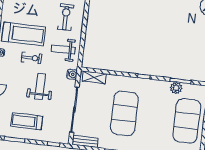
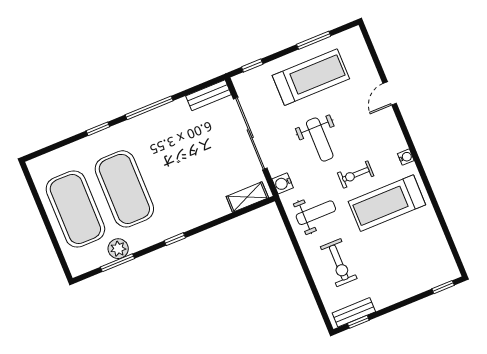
exercise mat: (124, 113) -> (124, 189), moved
treadmill: (27, 121) -> (311, 77), width x1.37, depth x1.38

